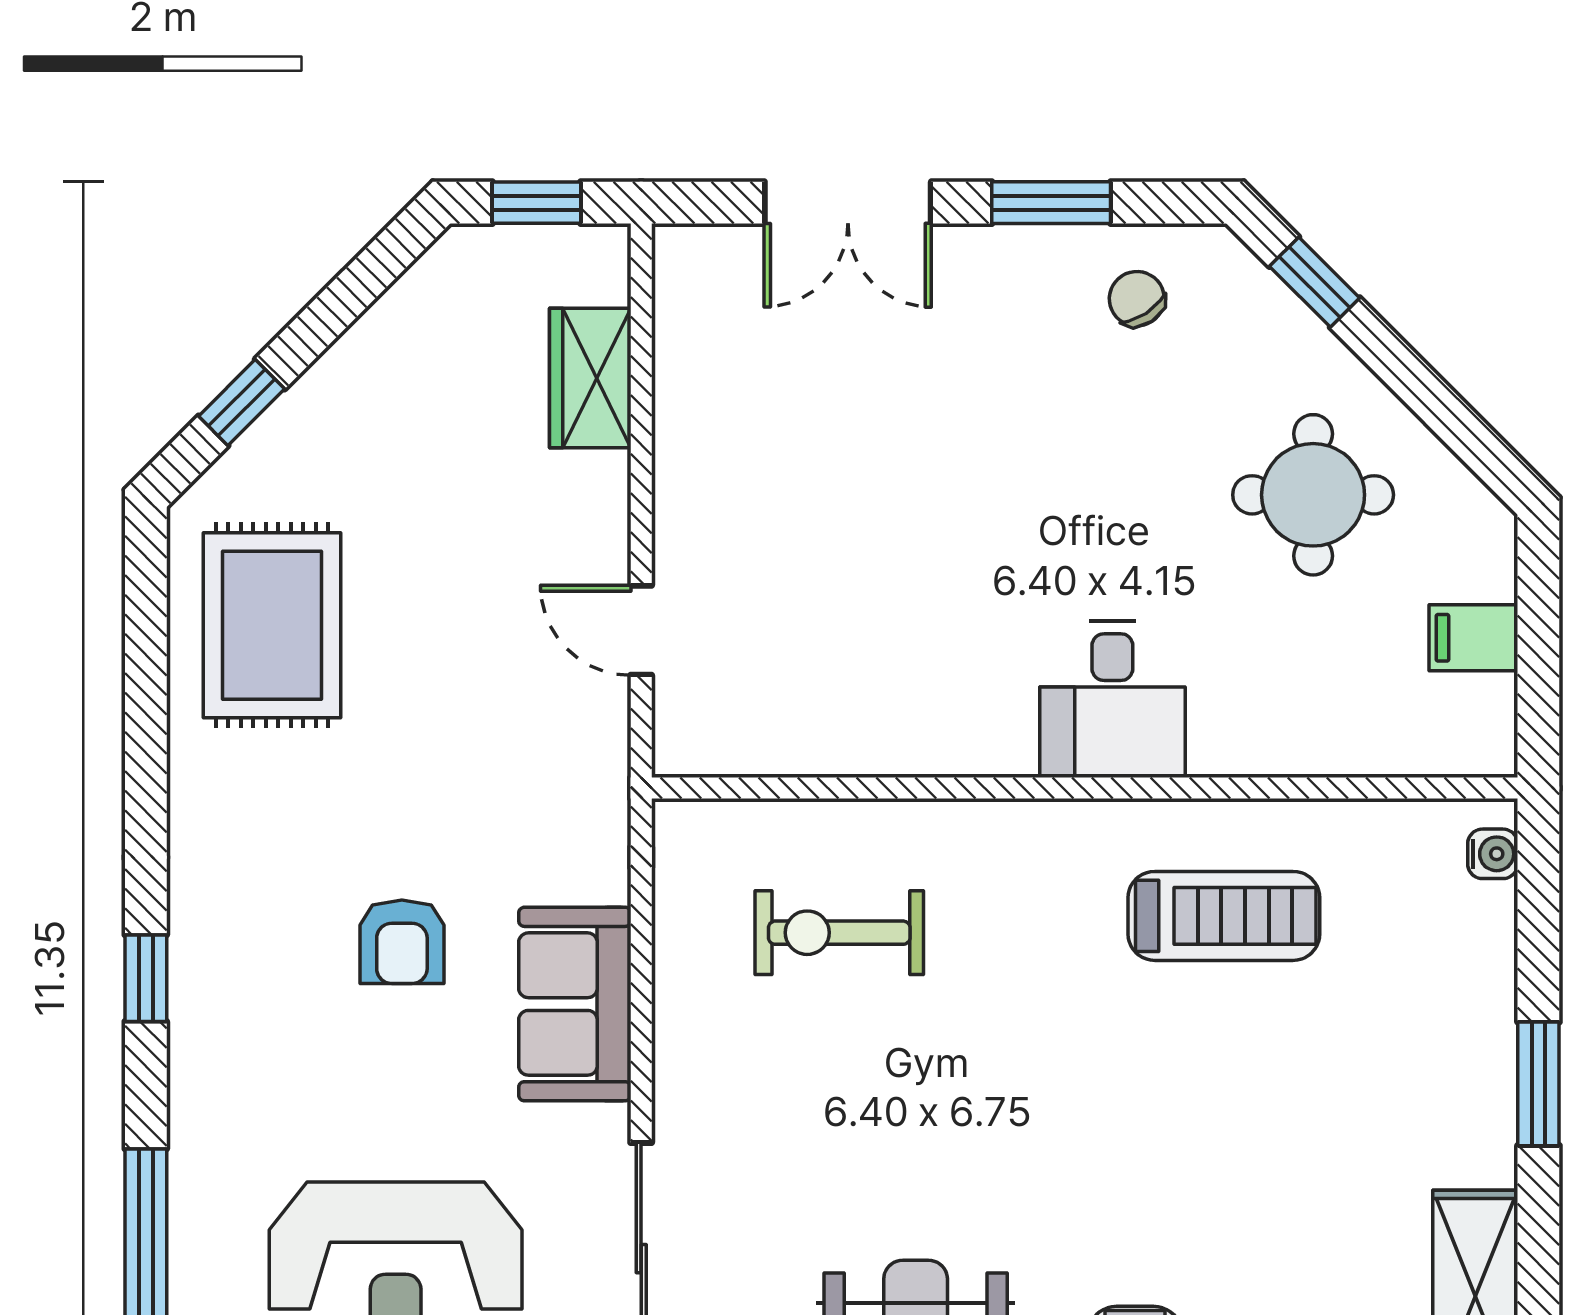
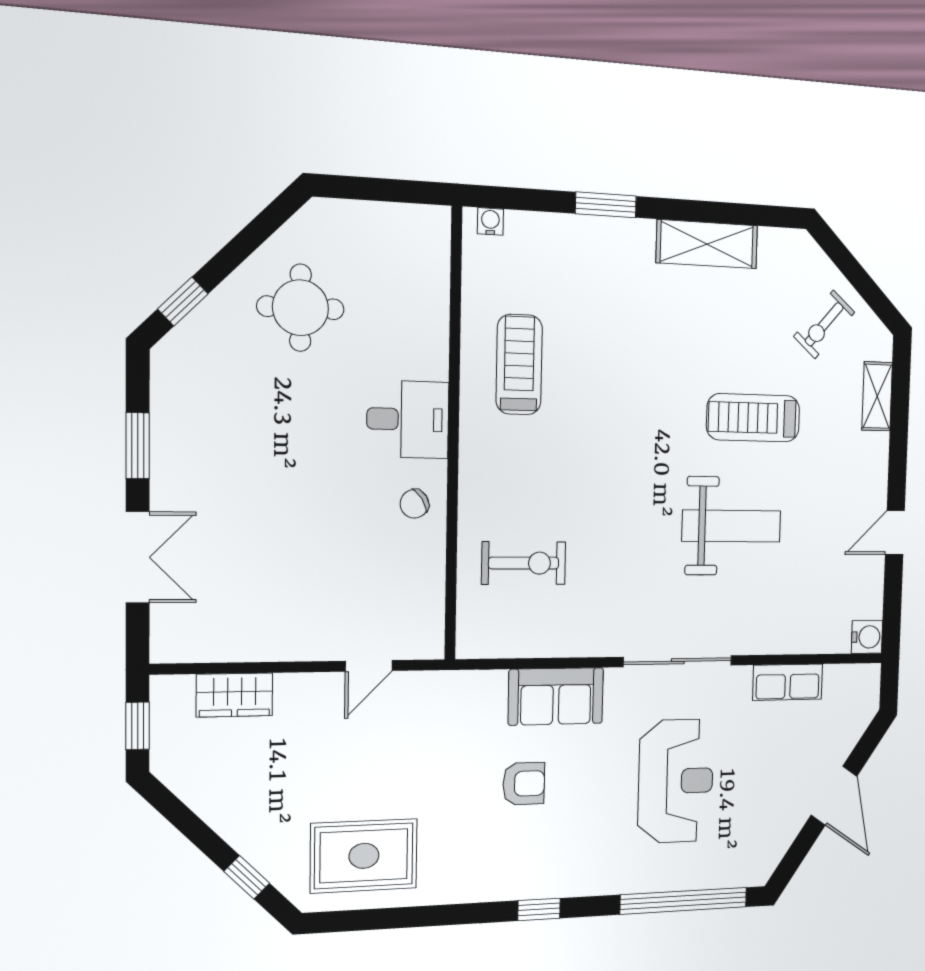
chair: (1137, 299) -> (414, 504), moved
filing cabinet: (1473, 638) -> (378, 225), removed
exercise bike: (839, 933) -> (524, 563), turned -90

